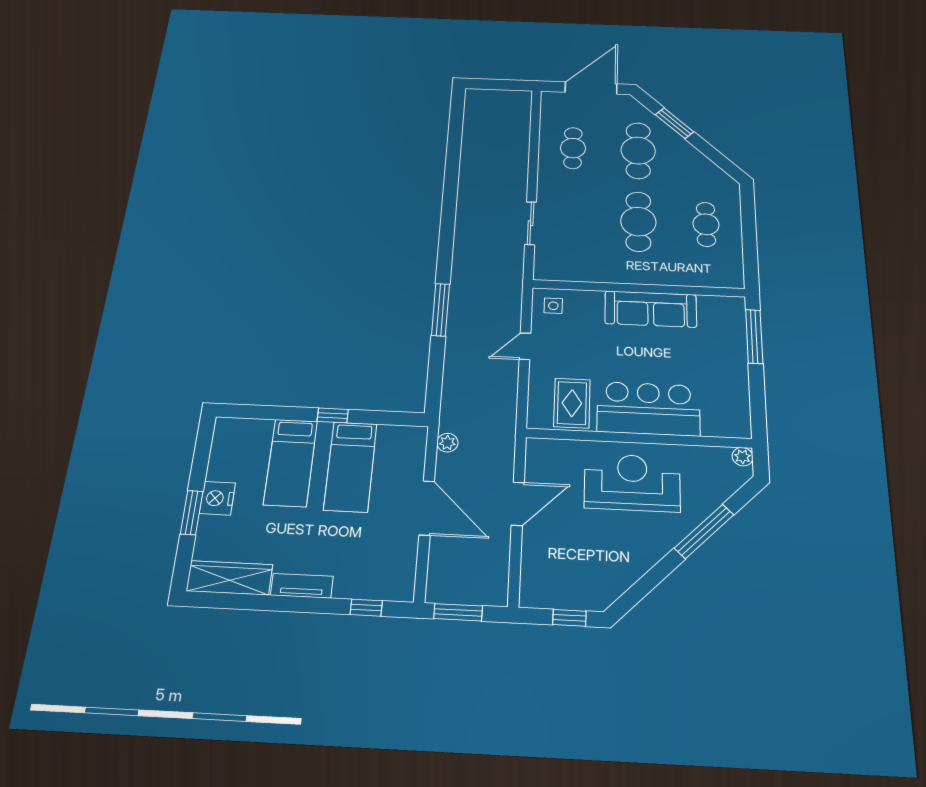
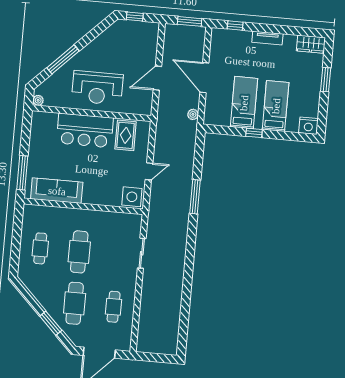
side table: (553, 306) -> (132, 197), width x1.87, depth x1.87
sofa: (651, 309) -> (57, 191), moved
nightstand: (217, 498) -> (308, 126), moved, turned 90
wardrobe: (229, 578) -> (311, 44), width x0.67

